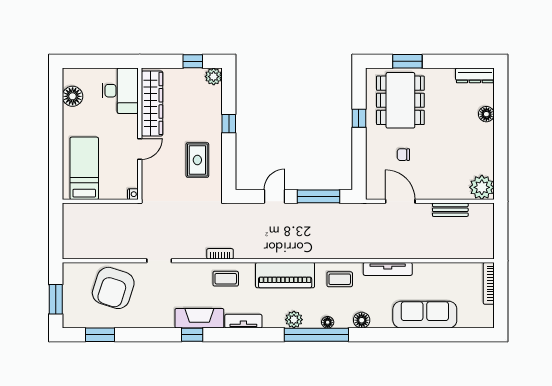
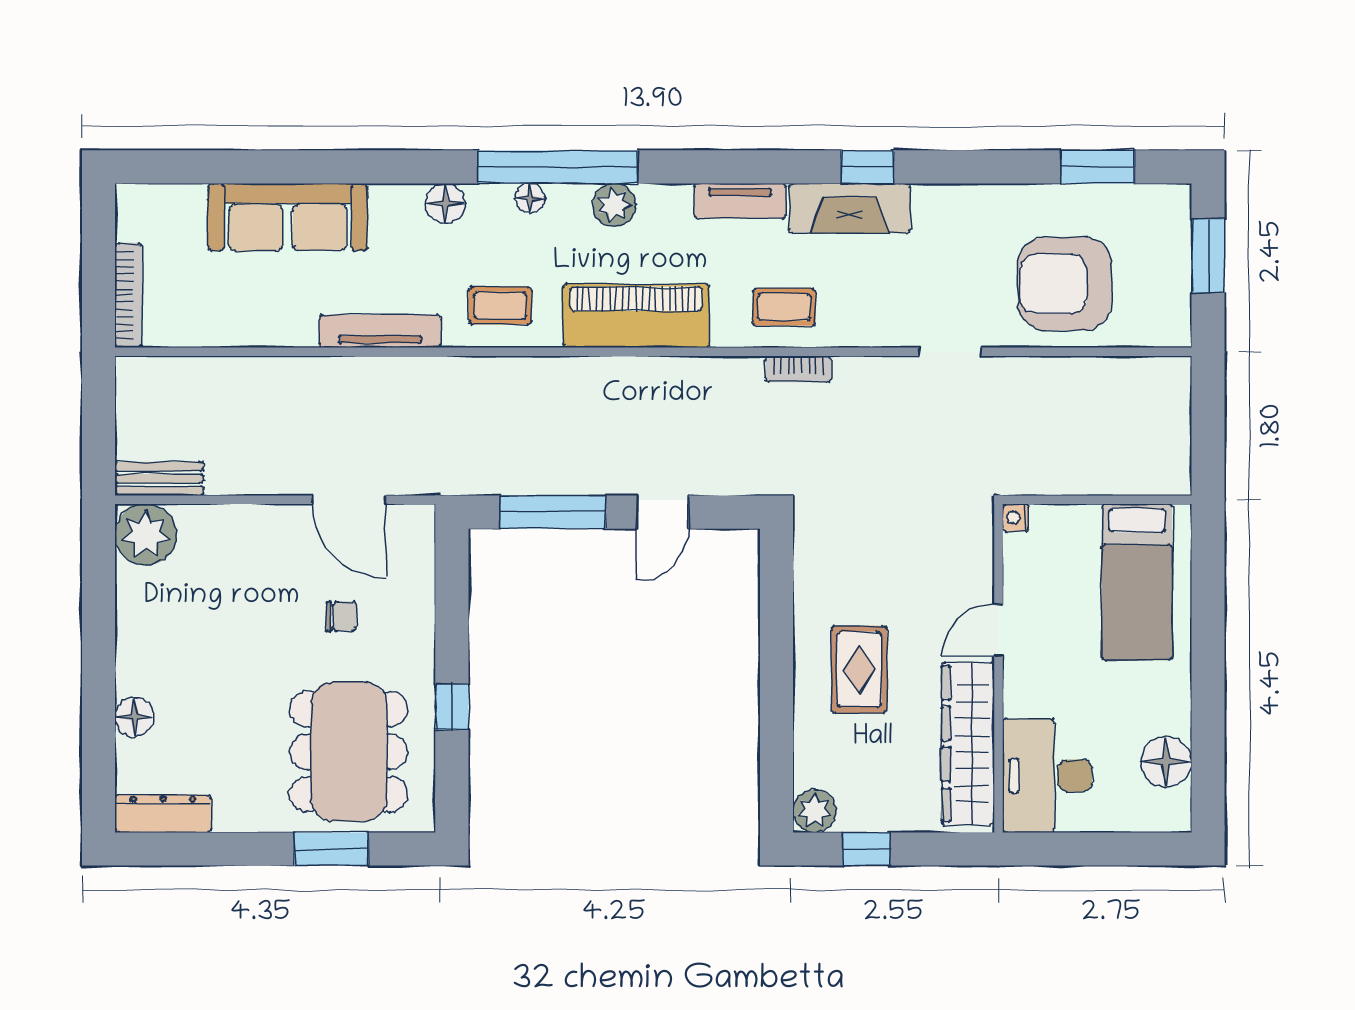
window: (229, 124) -> (777, 694), removed
rug: (197, 160) -> (859, 669), moved
bench: (450, 210) -> (159, 479), moved
armchair: (113, 288) -> (1065, 284), turned -108

